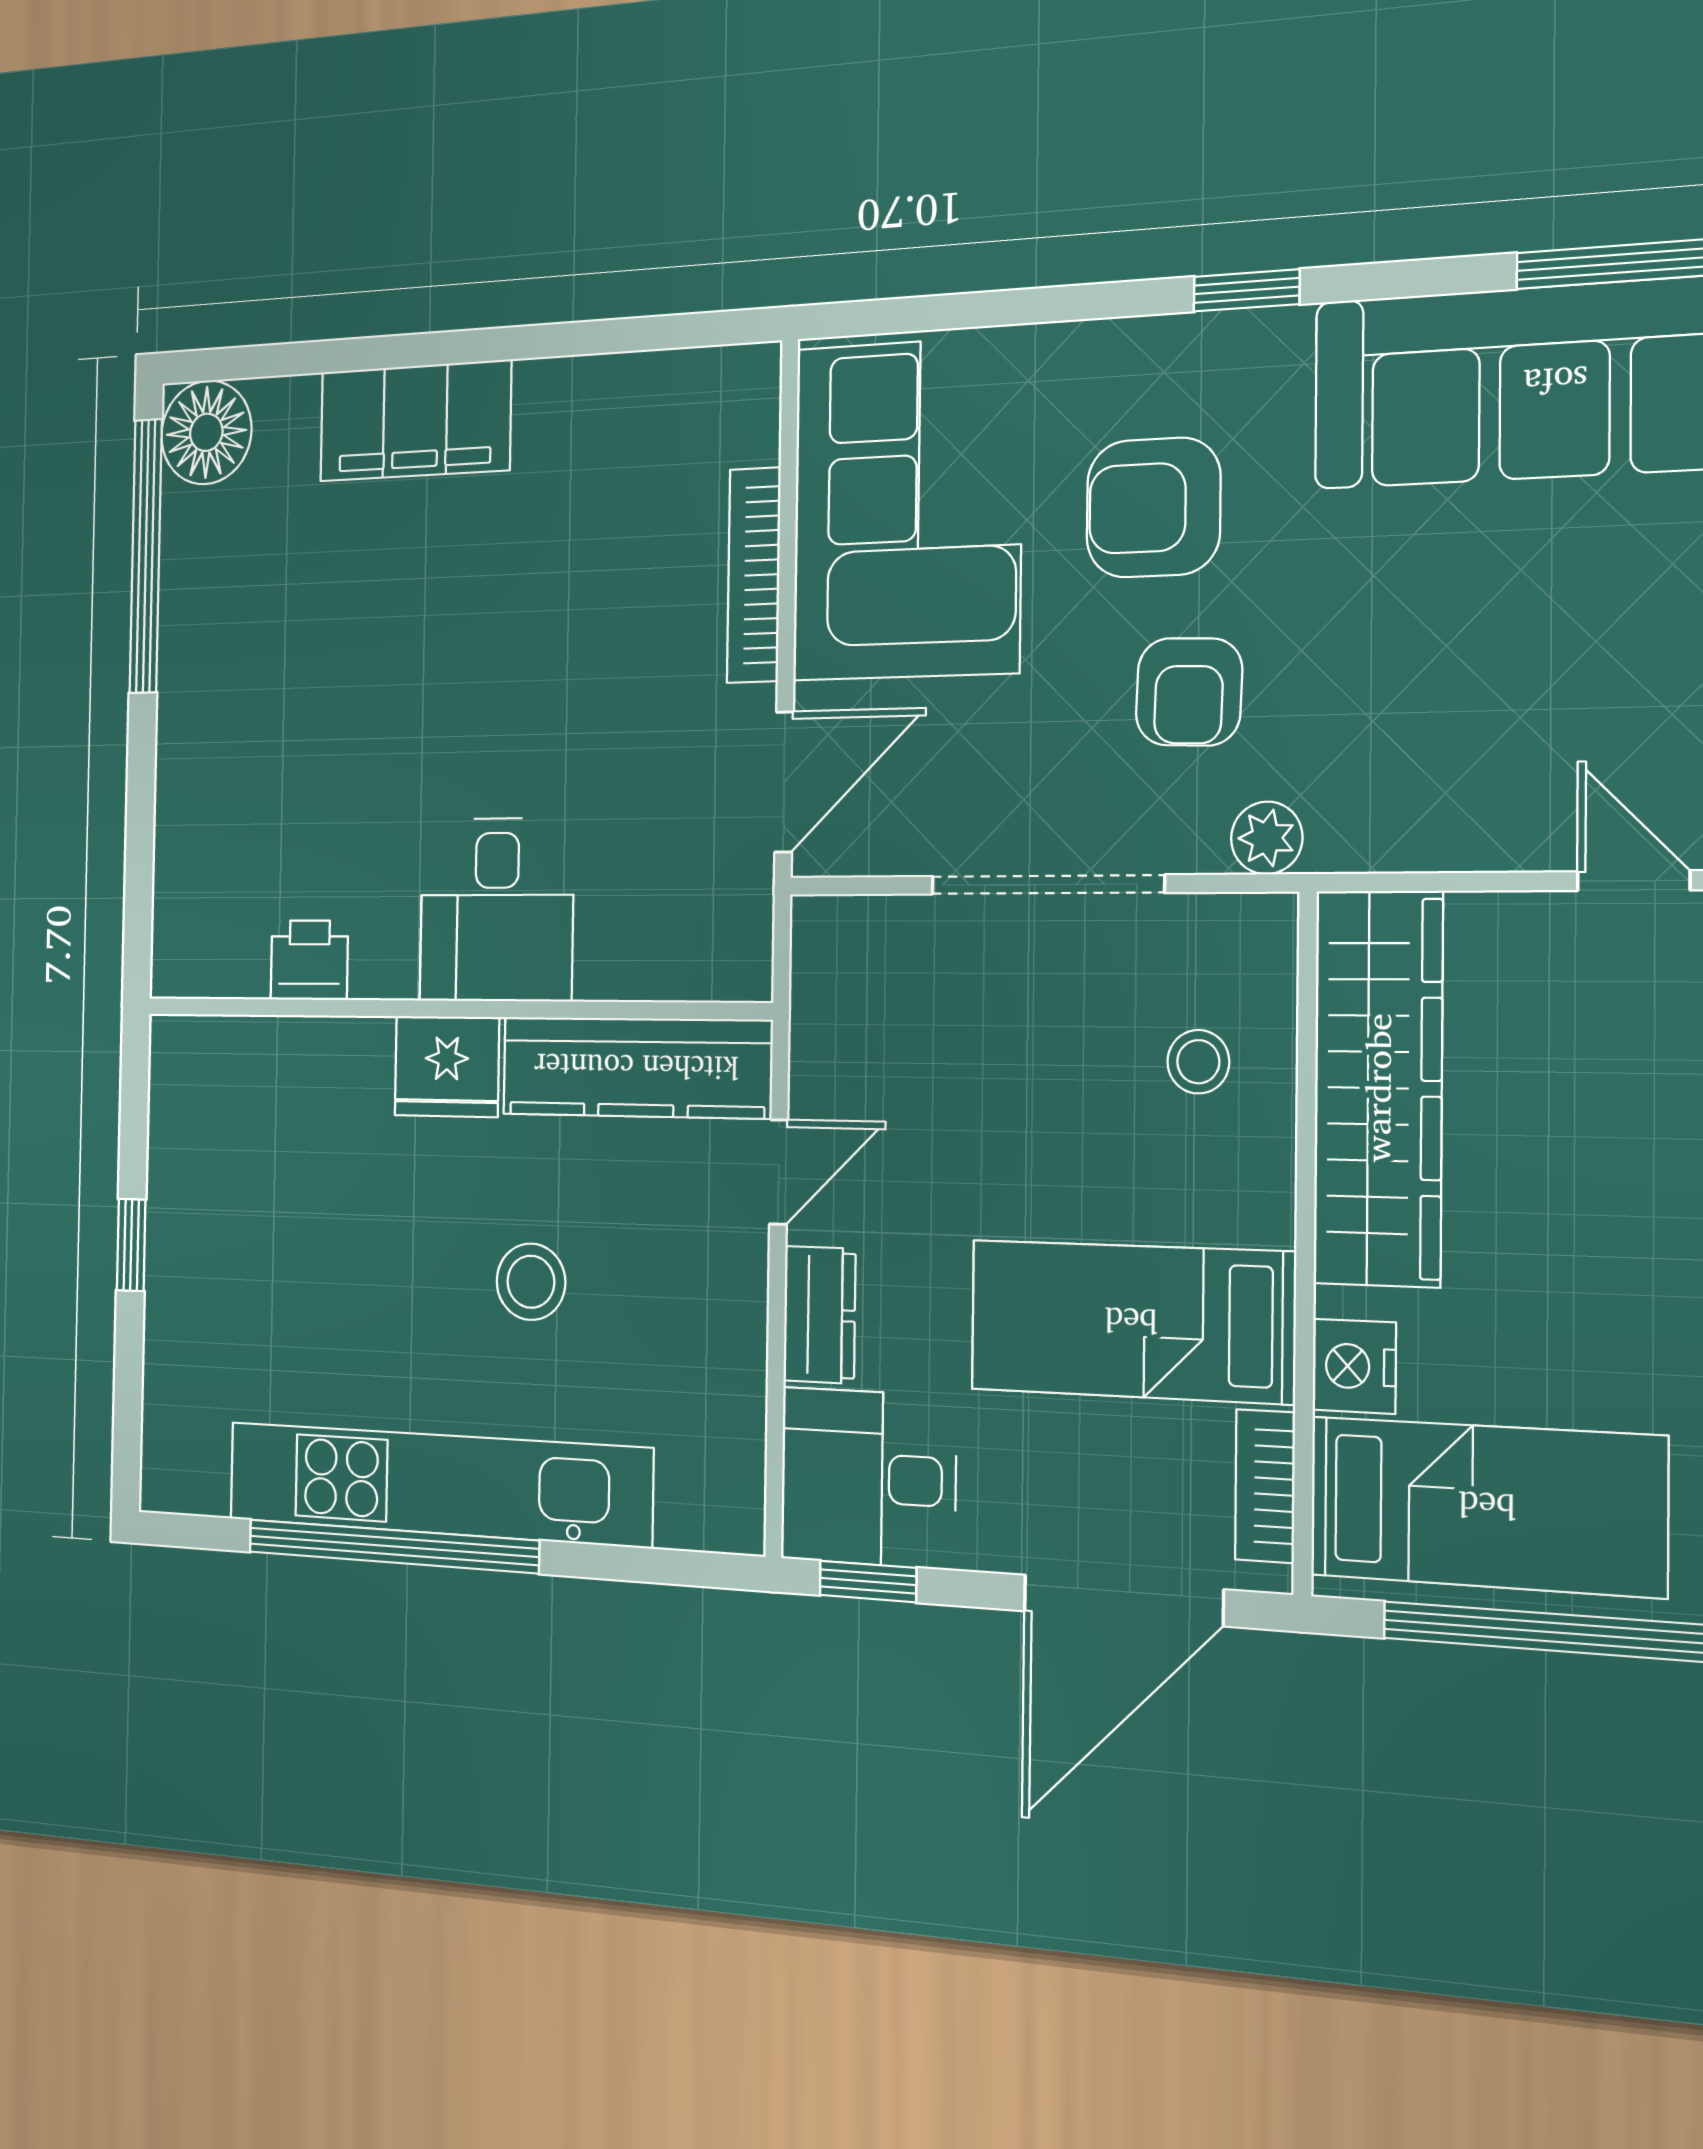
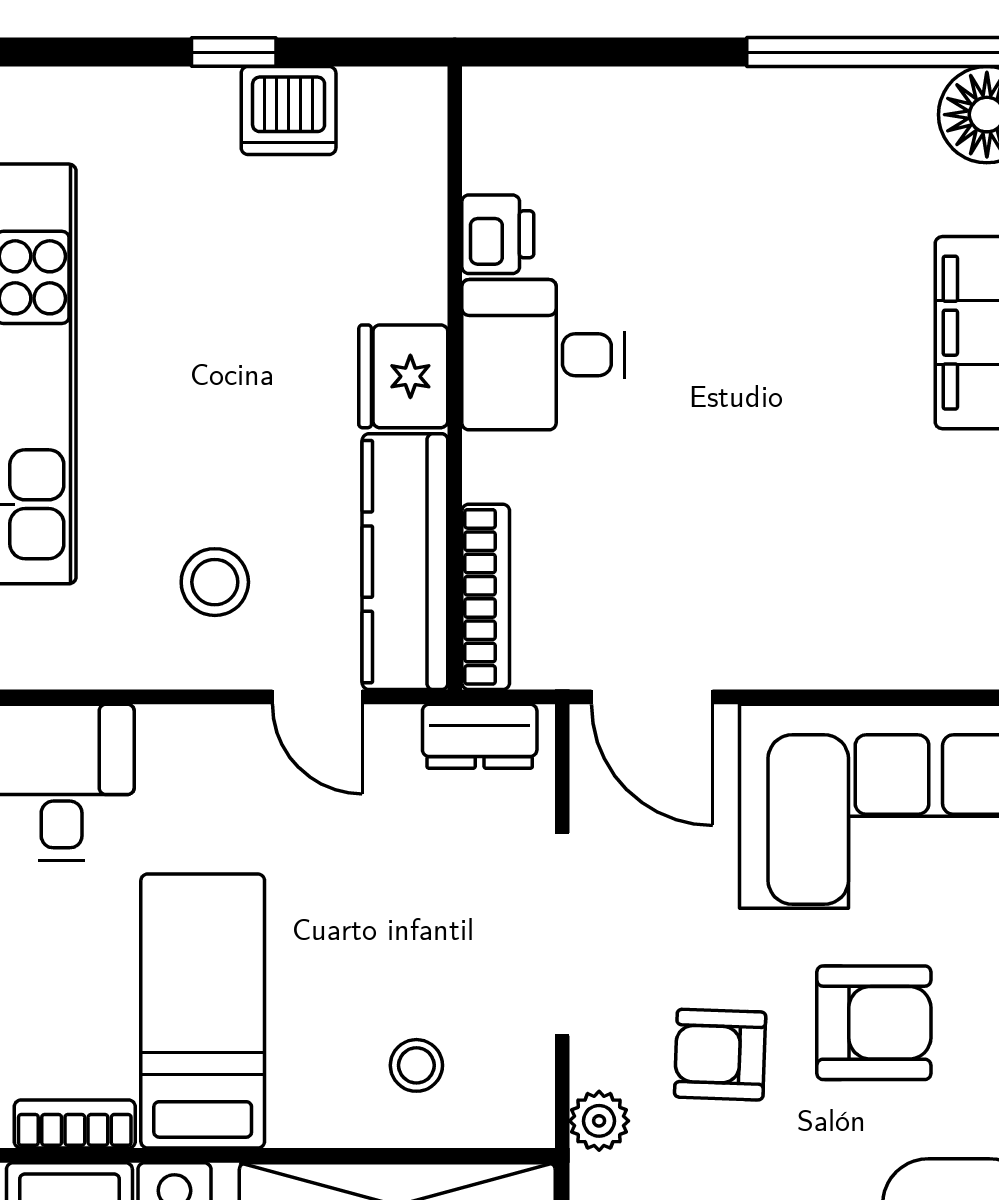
armchair: (1153, 508) -> (874, 1023), turned 90
bookcase: (754, 575) -> (486, 597), moved, turned 90
desk: (497, 910) -> (543, 355), moved
dishwasher: (187, 1187) -> (289, 111), added
stool: (531, 1282) -> (215, 582), moved
dresser: (819, 1315) -> (480, 736), moved

